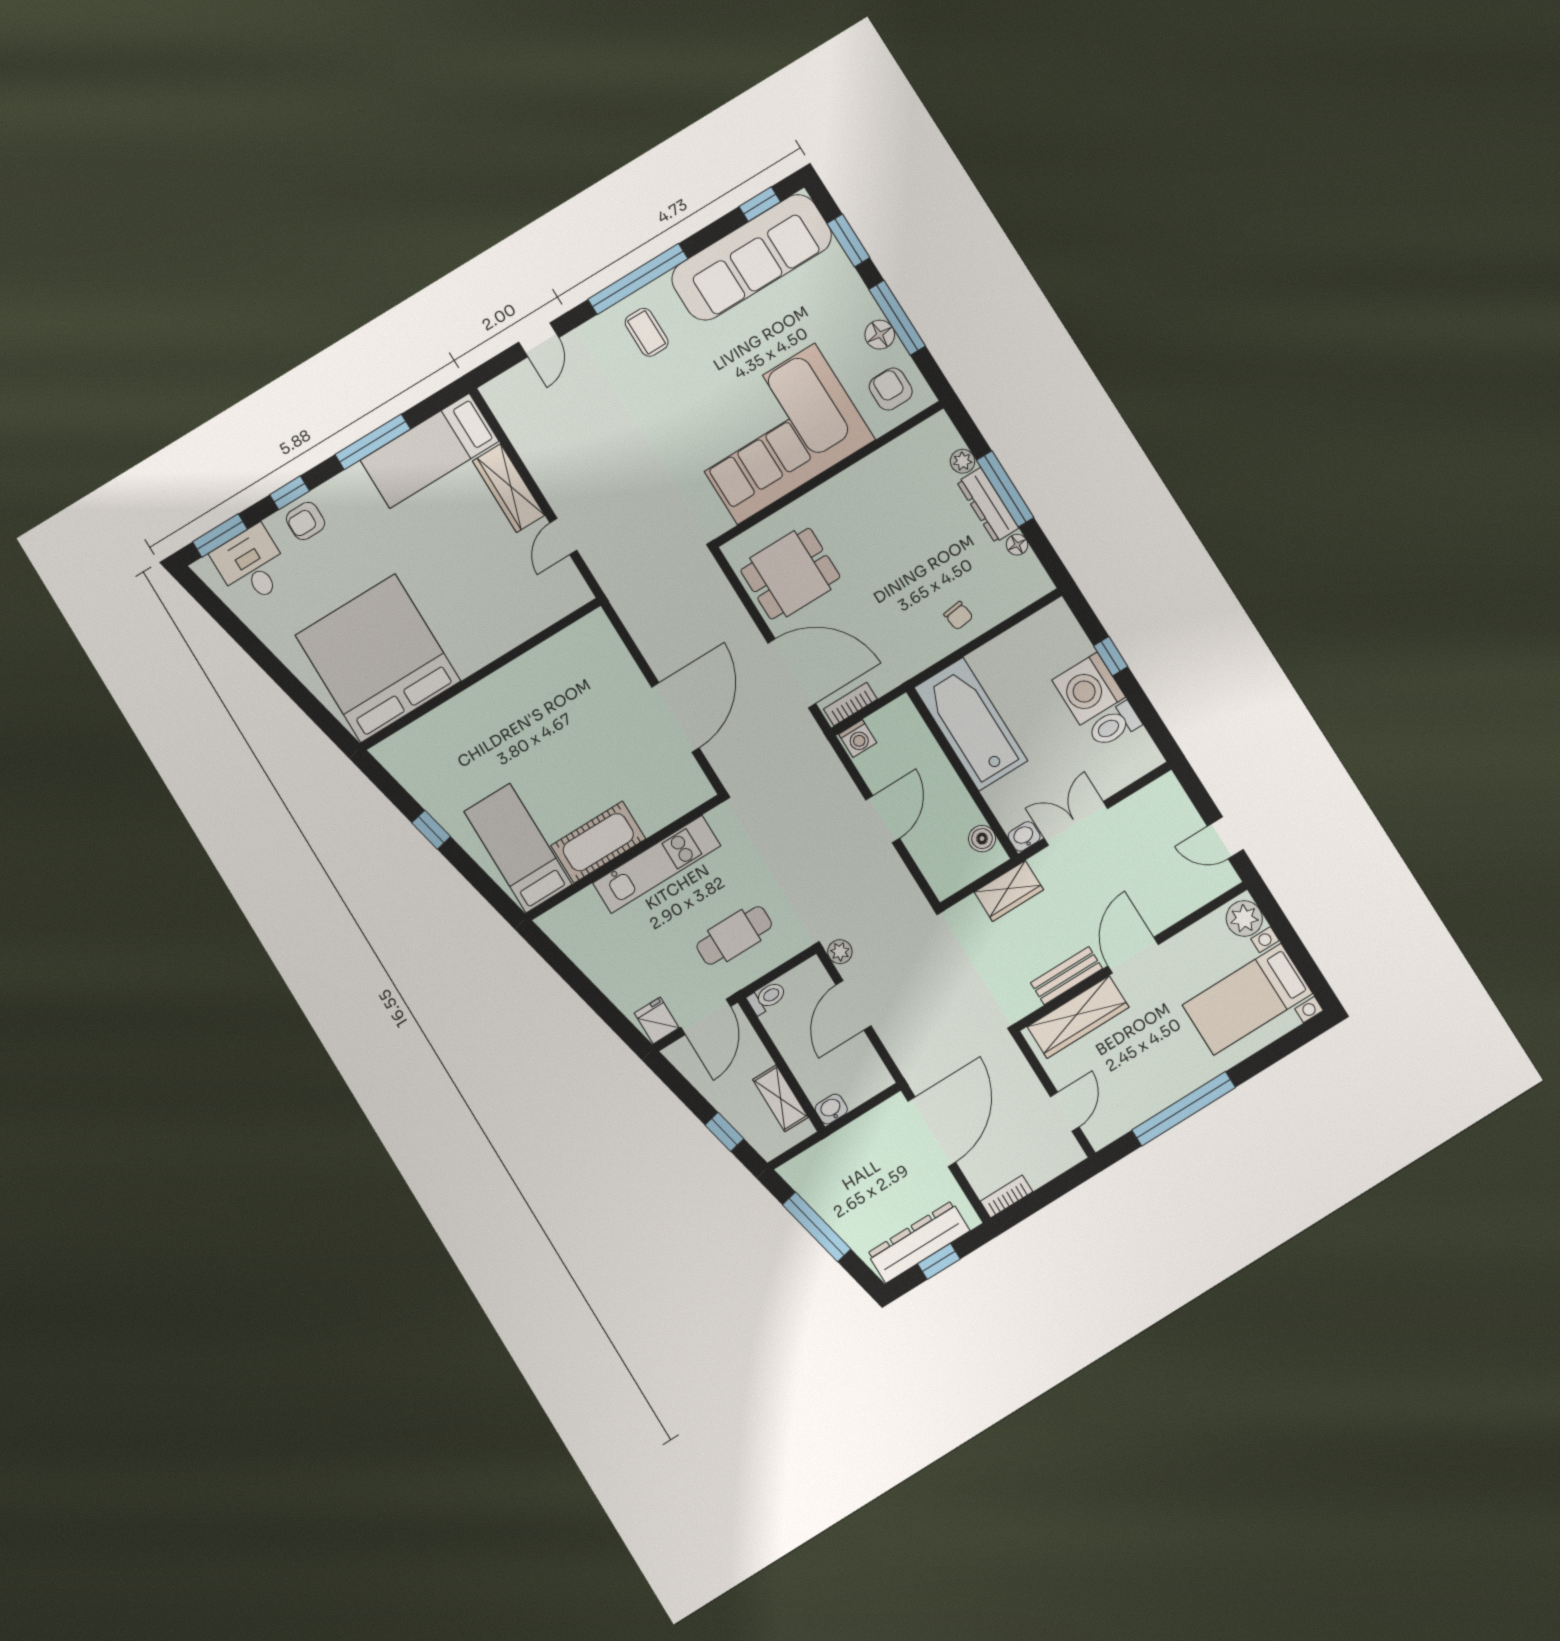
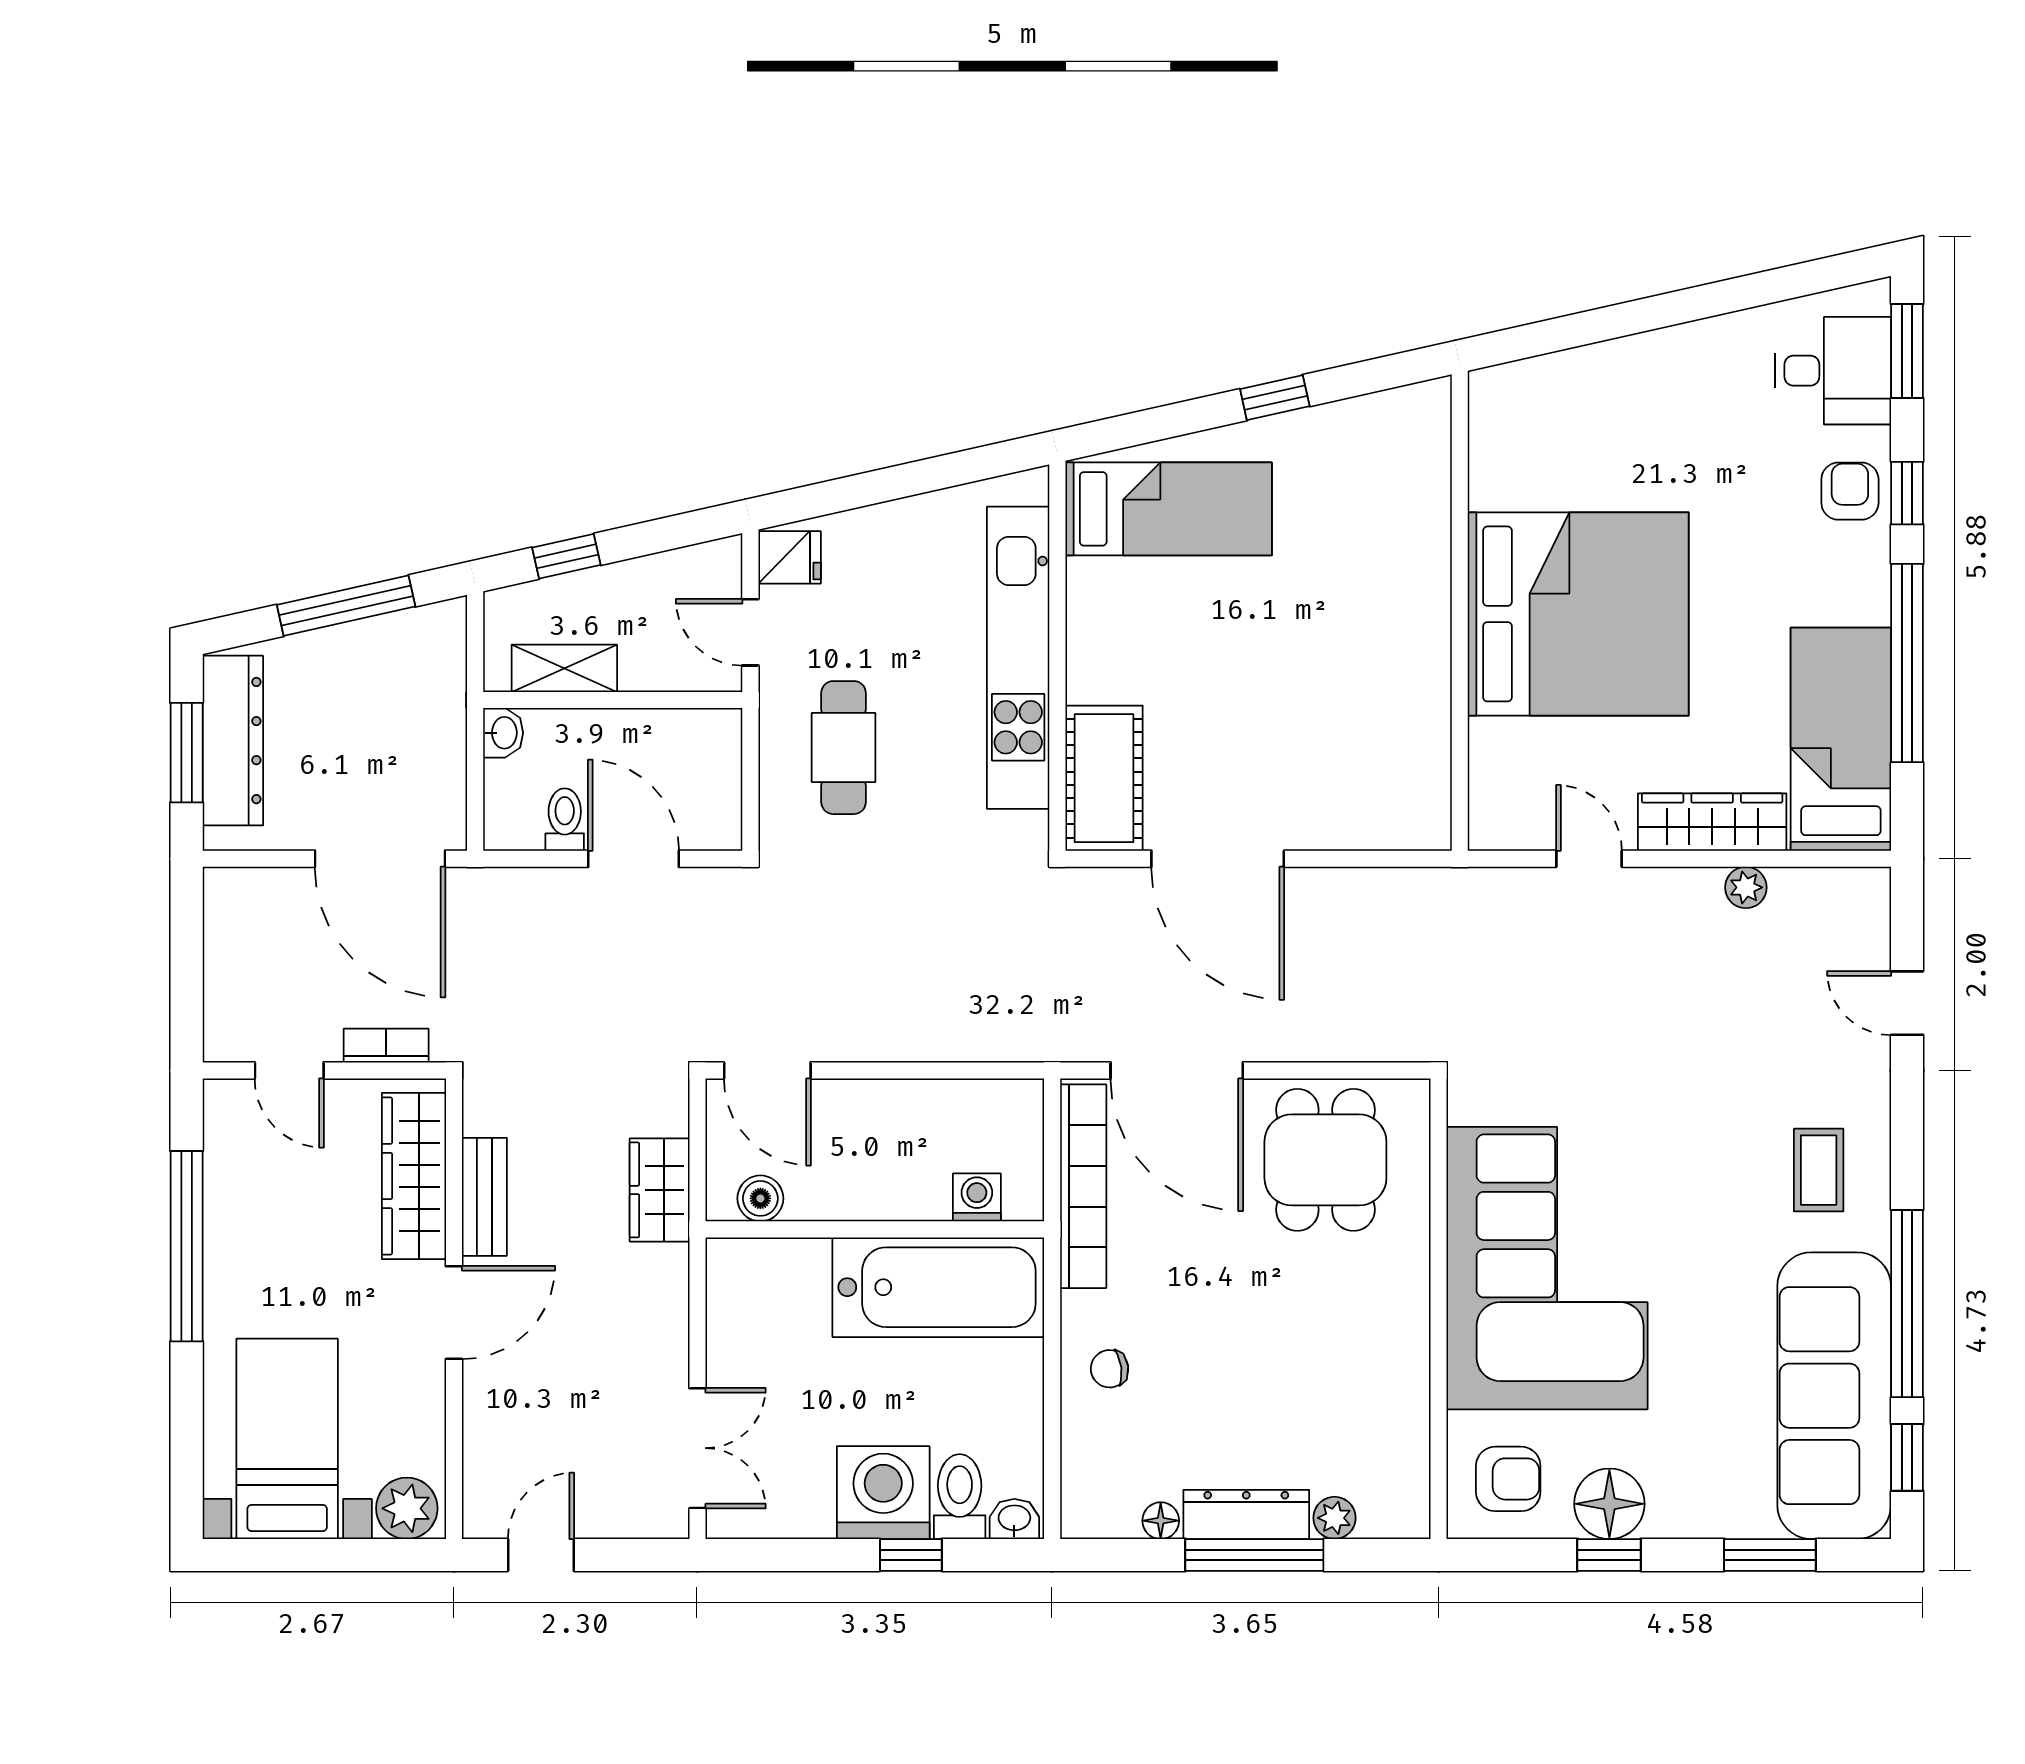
window: (638, 279) -> (1907, 1304), moved
window: (897, 318) -> (1609, 1555), width x0.46
coffee table: (647, 332) -> (1819, 1170), turned 90
floor lamp: (880, 335) -> (1609, 1504), width x1.38, depth x1.38
window: (373, 442) -> (1907, 663), width x1.46
bed: (378, 658) -> (1578, 614), moved
door: (792, 673) -> (1177, 1071), hinge flipped
bookcase: (850, 704) -> (1083, 1186), width x2.31, depth x1.31
toilet: (1114, 725) -> (960, 1497), moved
washing machine: (858, 739) -> (977, 1197), moved, turned 90
door: (883, 819) -> (767, 1071), moved
double door: (1076, 823) -> (697, 1448), moved
washbasin: (1024, 836) -> (1014, 1519), moved, turned -90
cot: (598, 842) -> (1104, 778), moved
kitchen unit: (657, 864) -> (1018, 658), width x1.36
plant: (840, 952) -> (1746, 887), moved
door: (1133, 955) -> (454, 1313), hinge flipped
toilet: (767, 998) -> (565, 820), moved, turned 180
door: (706, 1017) -> (750, 632), width x0.73
bookcase: (1006, 1196) -> (386, 1046), moved, turned -90
window: (939, 1261) -> (187, 753), width x1.50

